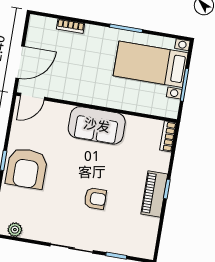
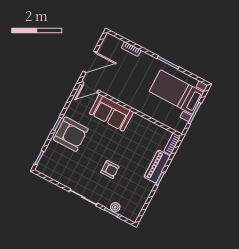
sofa: (97, 125) -> (111, 113), moved
armchair: (27, 168) -> (71, 134), turned -90
piano: (154, 194) -> (157, 167), moved
plant: (15, 230) -> (115, 207), moved

